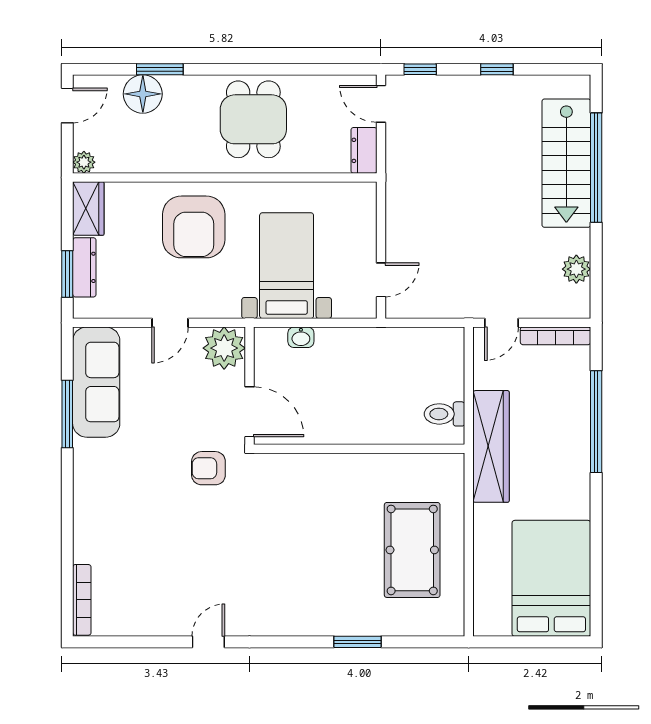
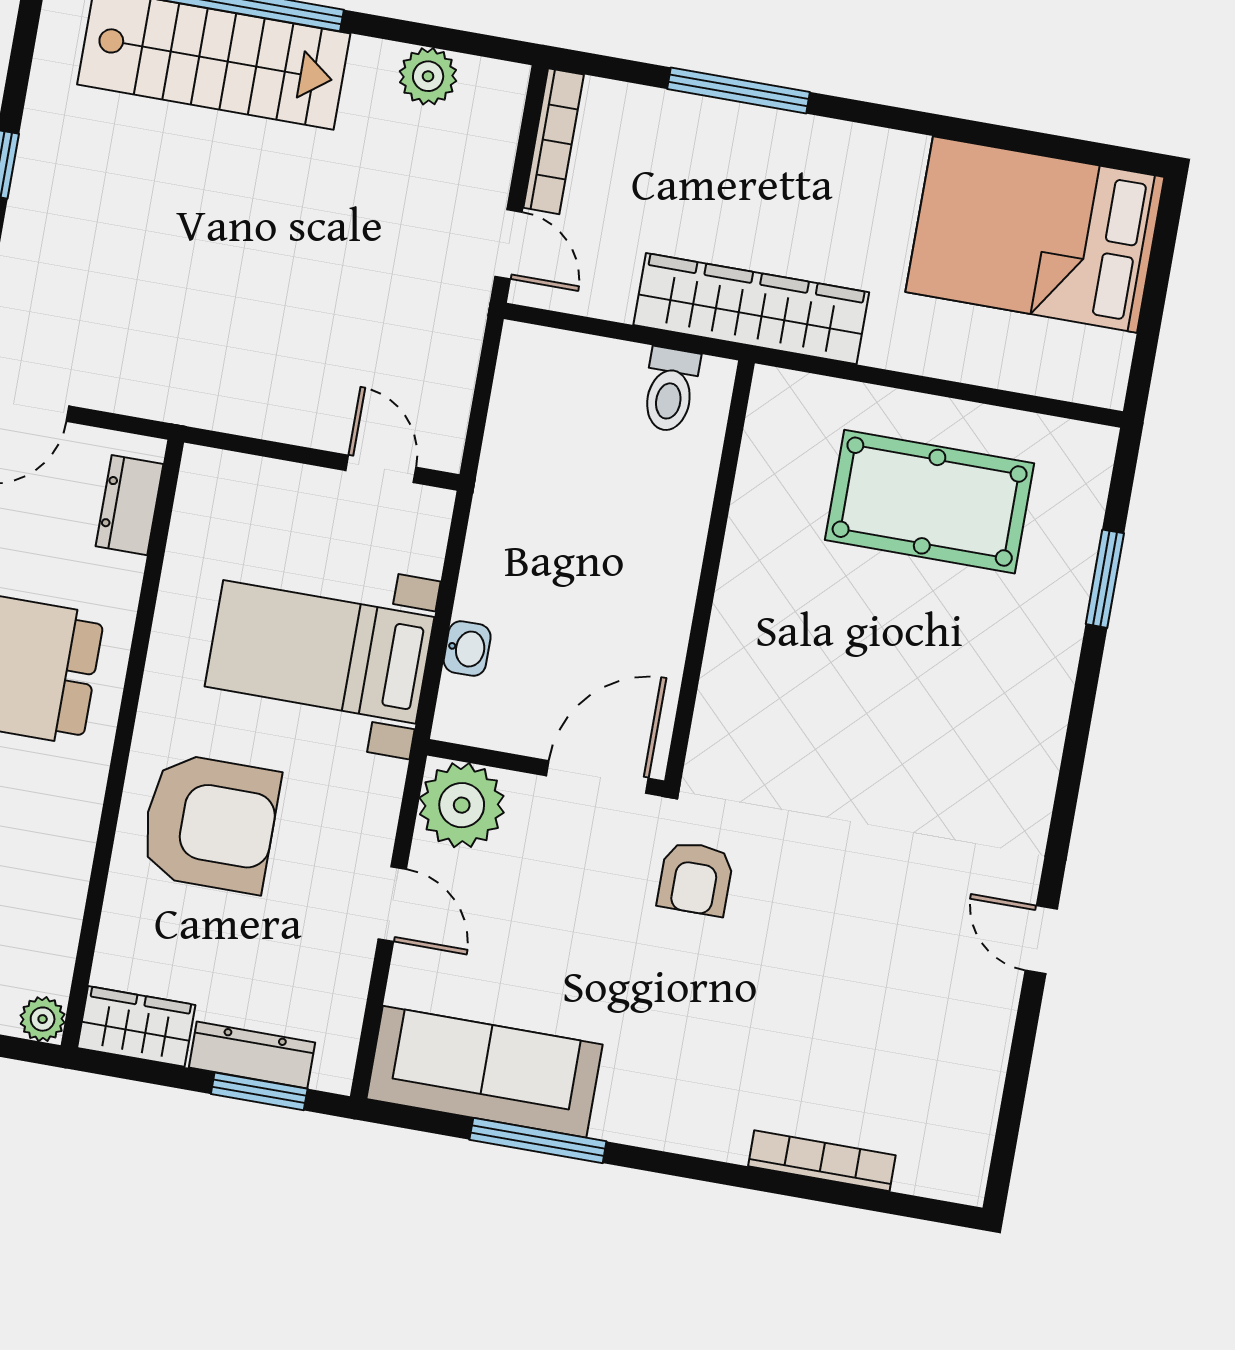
dresser: (364, 150) -> (130, 505), moved, turned 90
window: (596, 422) -> (739, 90), width x0.68
bookcase: (82, 600) -> (822, 1161), moved
window: (358, 642) -> (1105, 579), moved

